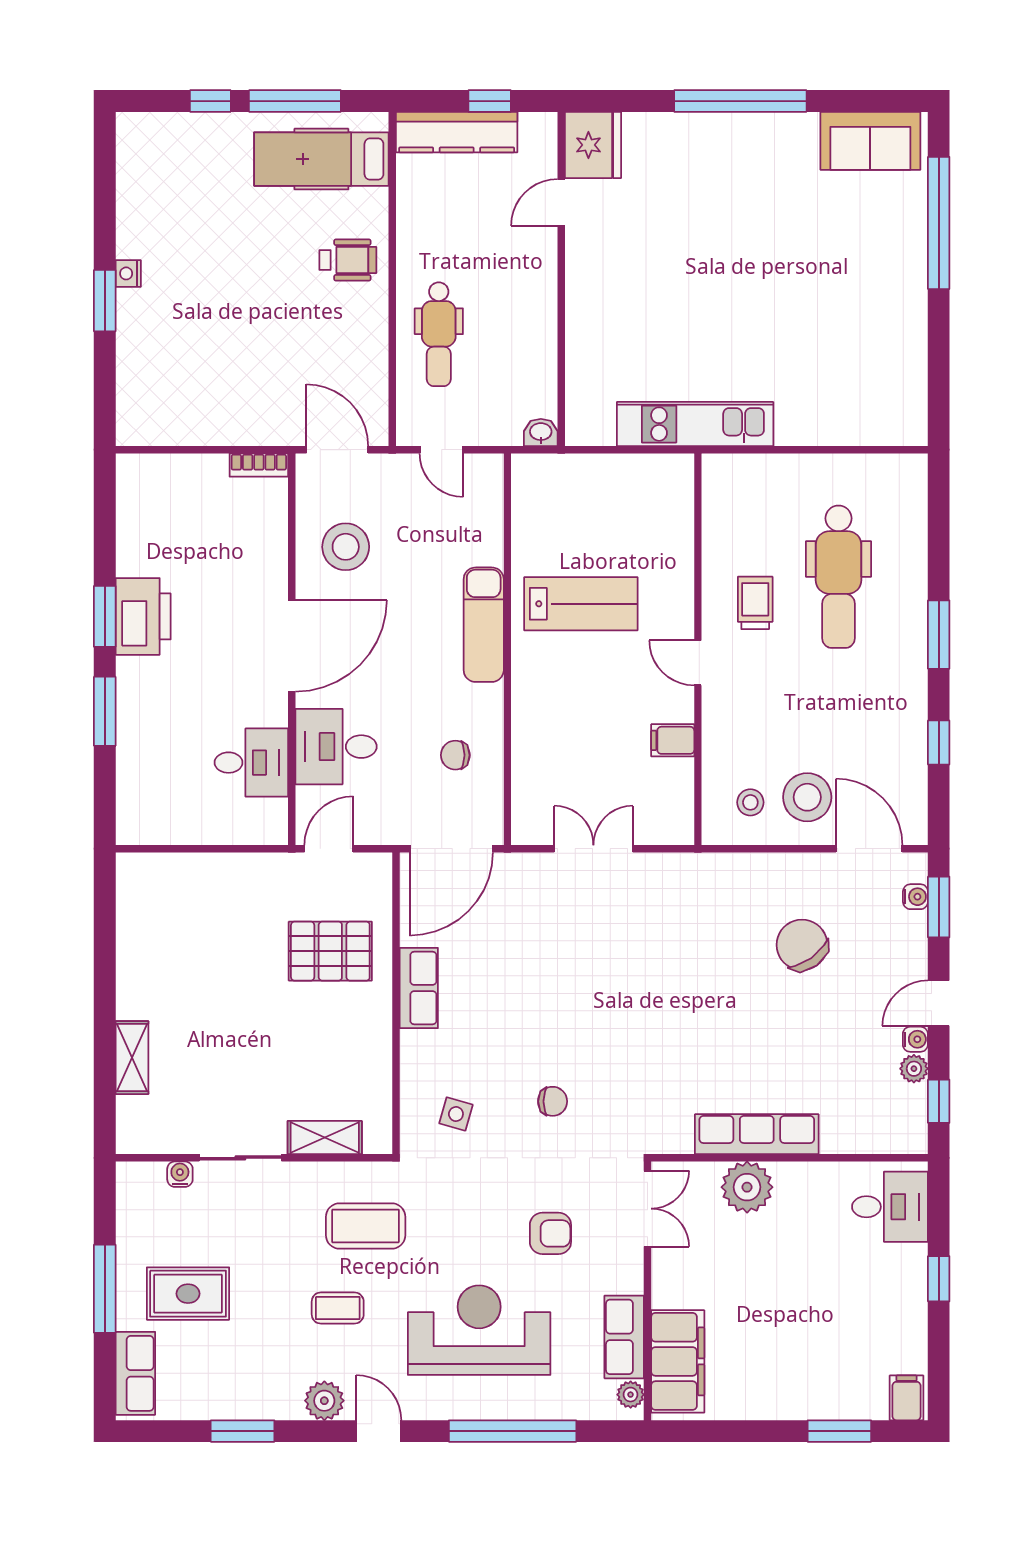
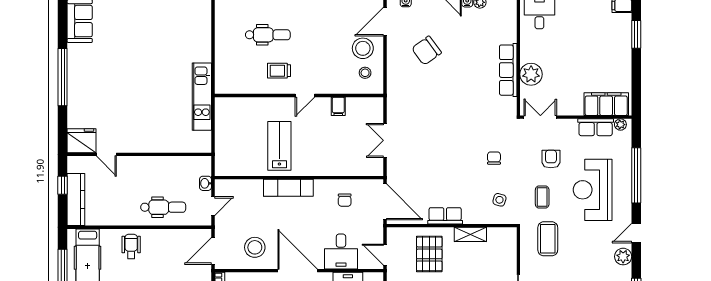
washbasin: (541, 432) -> (206, 183), moved
dental chair: (839, 577) -> (268, 35), width x0.73, depth x0.72
shelving: (325, 1138) -> (470, 234), moved, turned 90
coffee table: (338, 1308) -> (542, 197), moved

